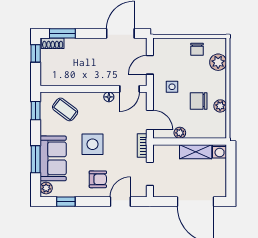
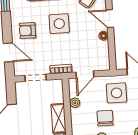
side table: (172, 87) -> (116, 93), width x1.87, depth x1.87
door: (129, 89) -> (110, 19), moved
armchair: (98, 179) -> (28, 31), turned 90

